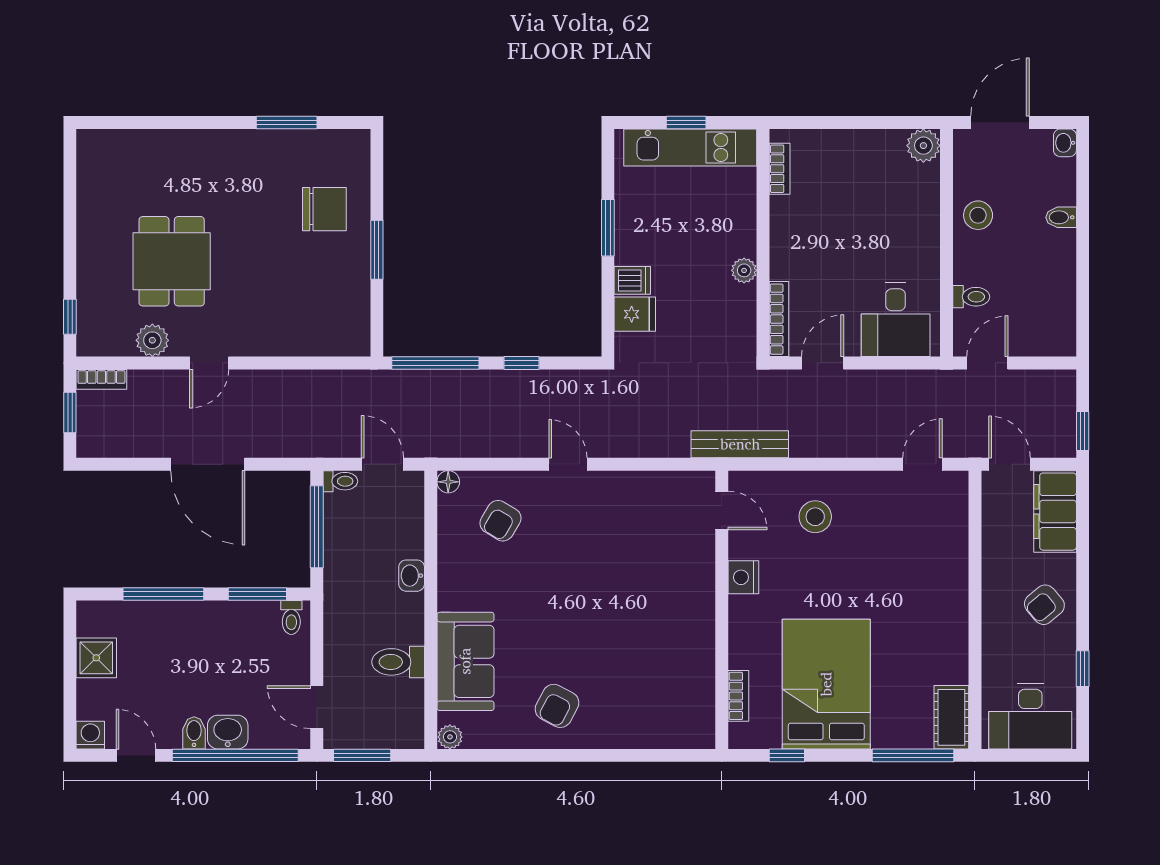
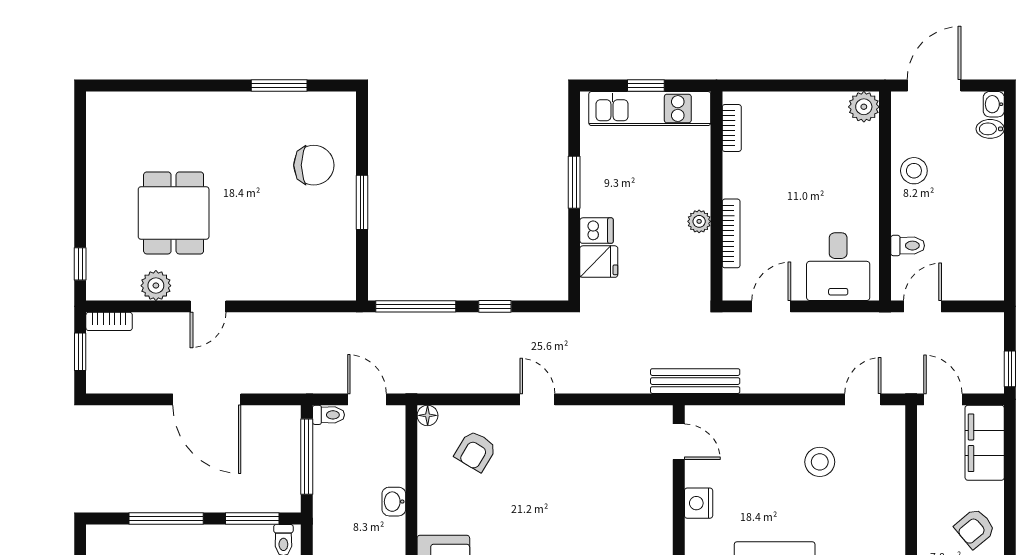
bidet: (1061, 217) -> (990, 129), moved
bookcase: (779, 319) -> (731, 233), moved
stool: (815, 517) -> (820, 462), moved

